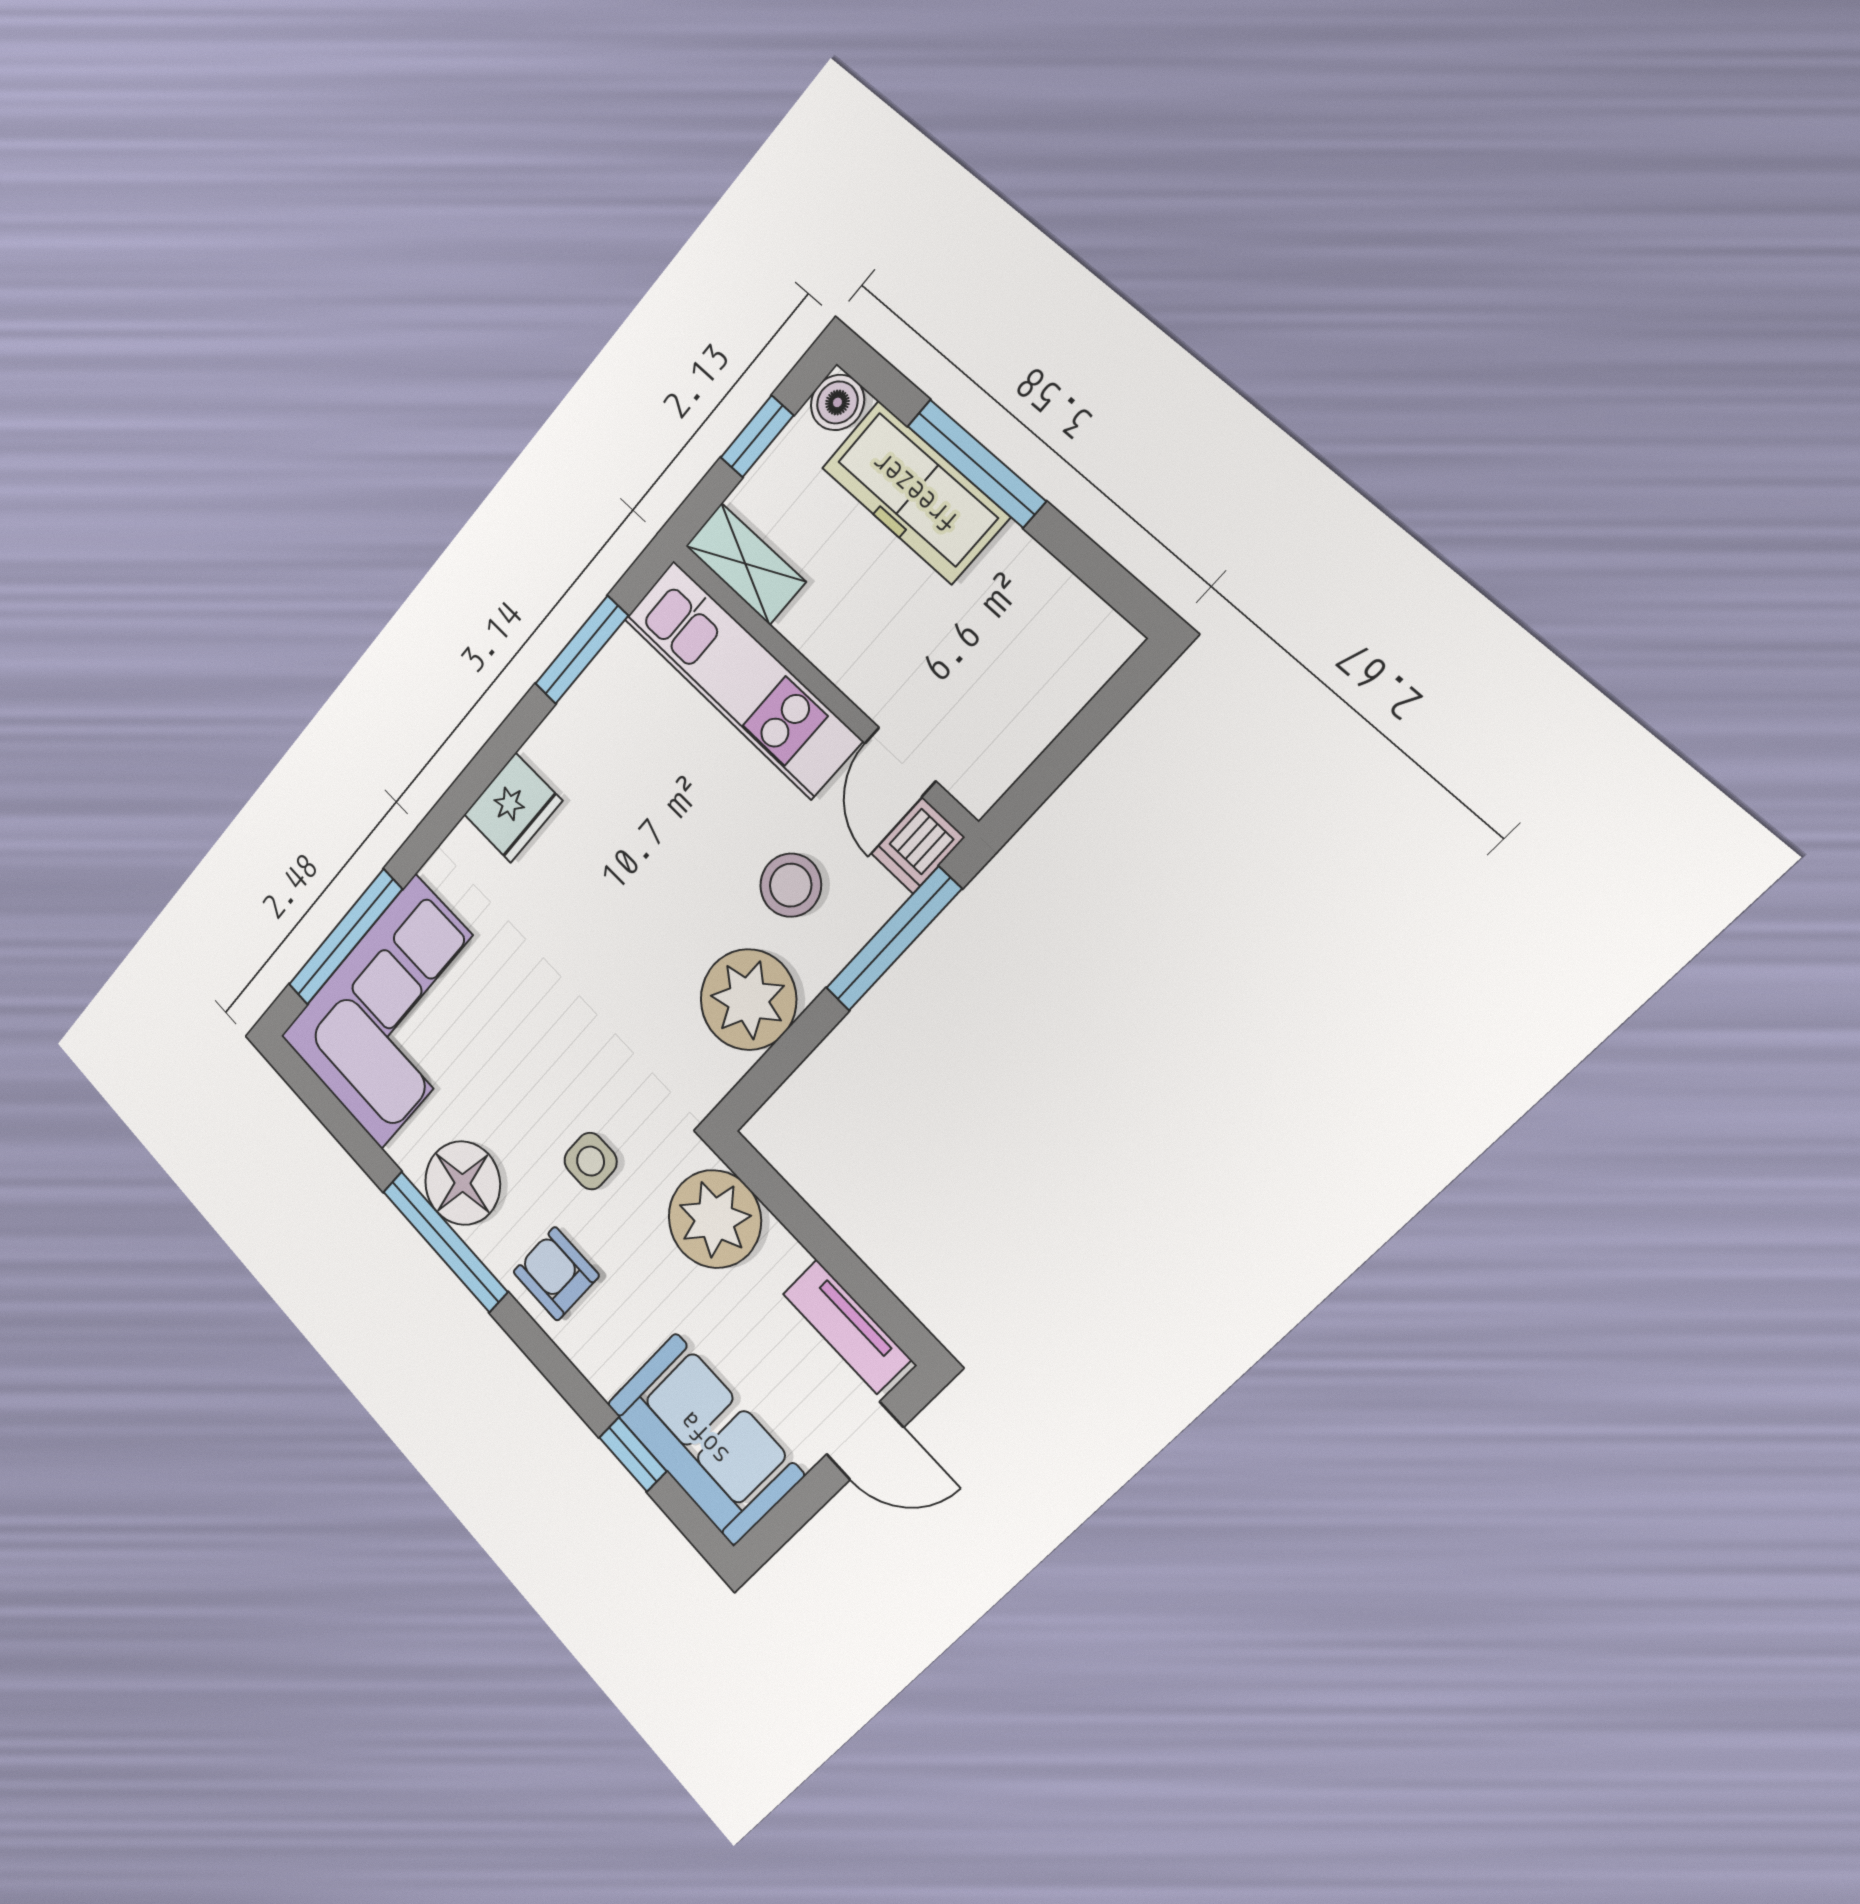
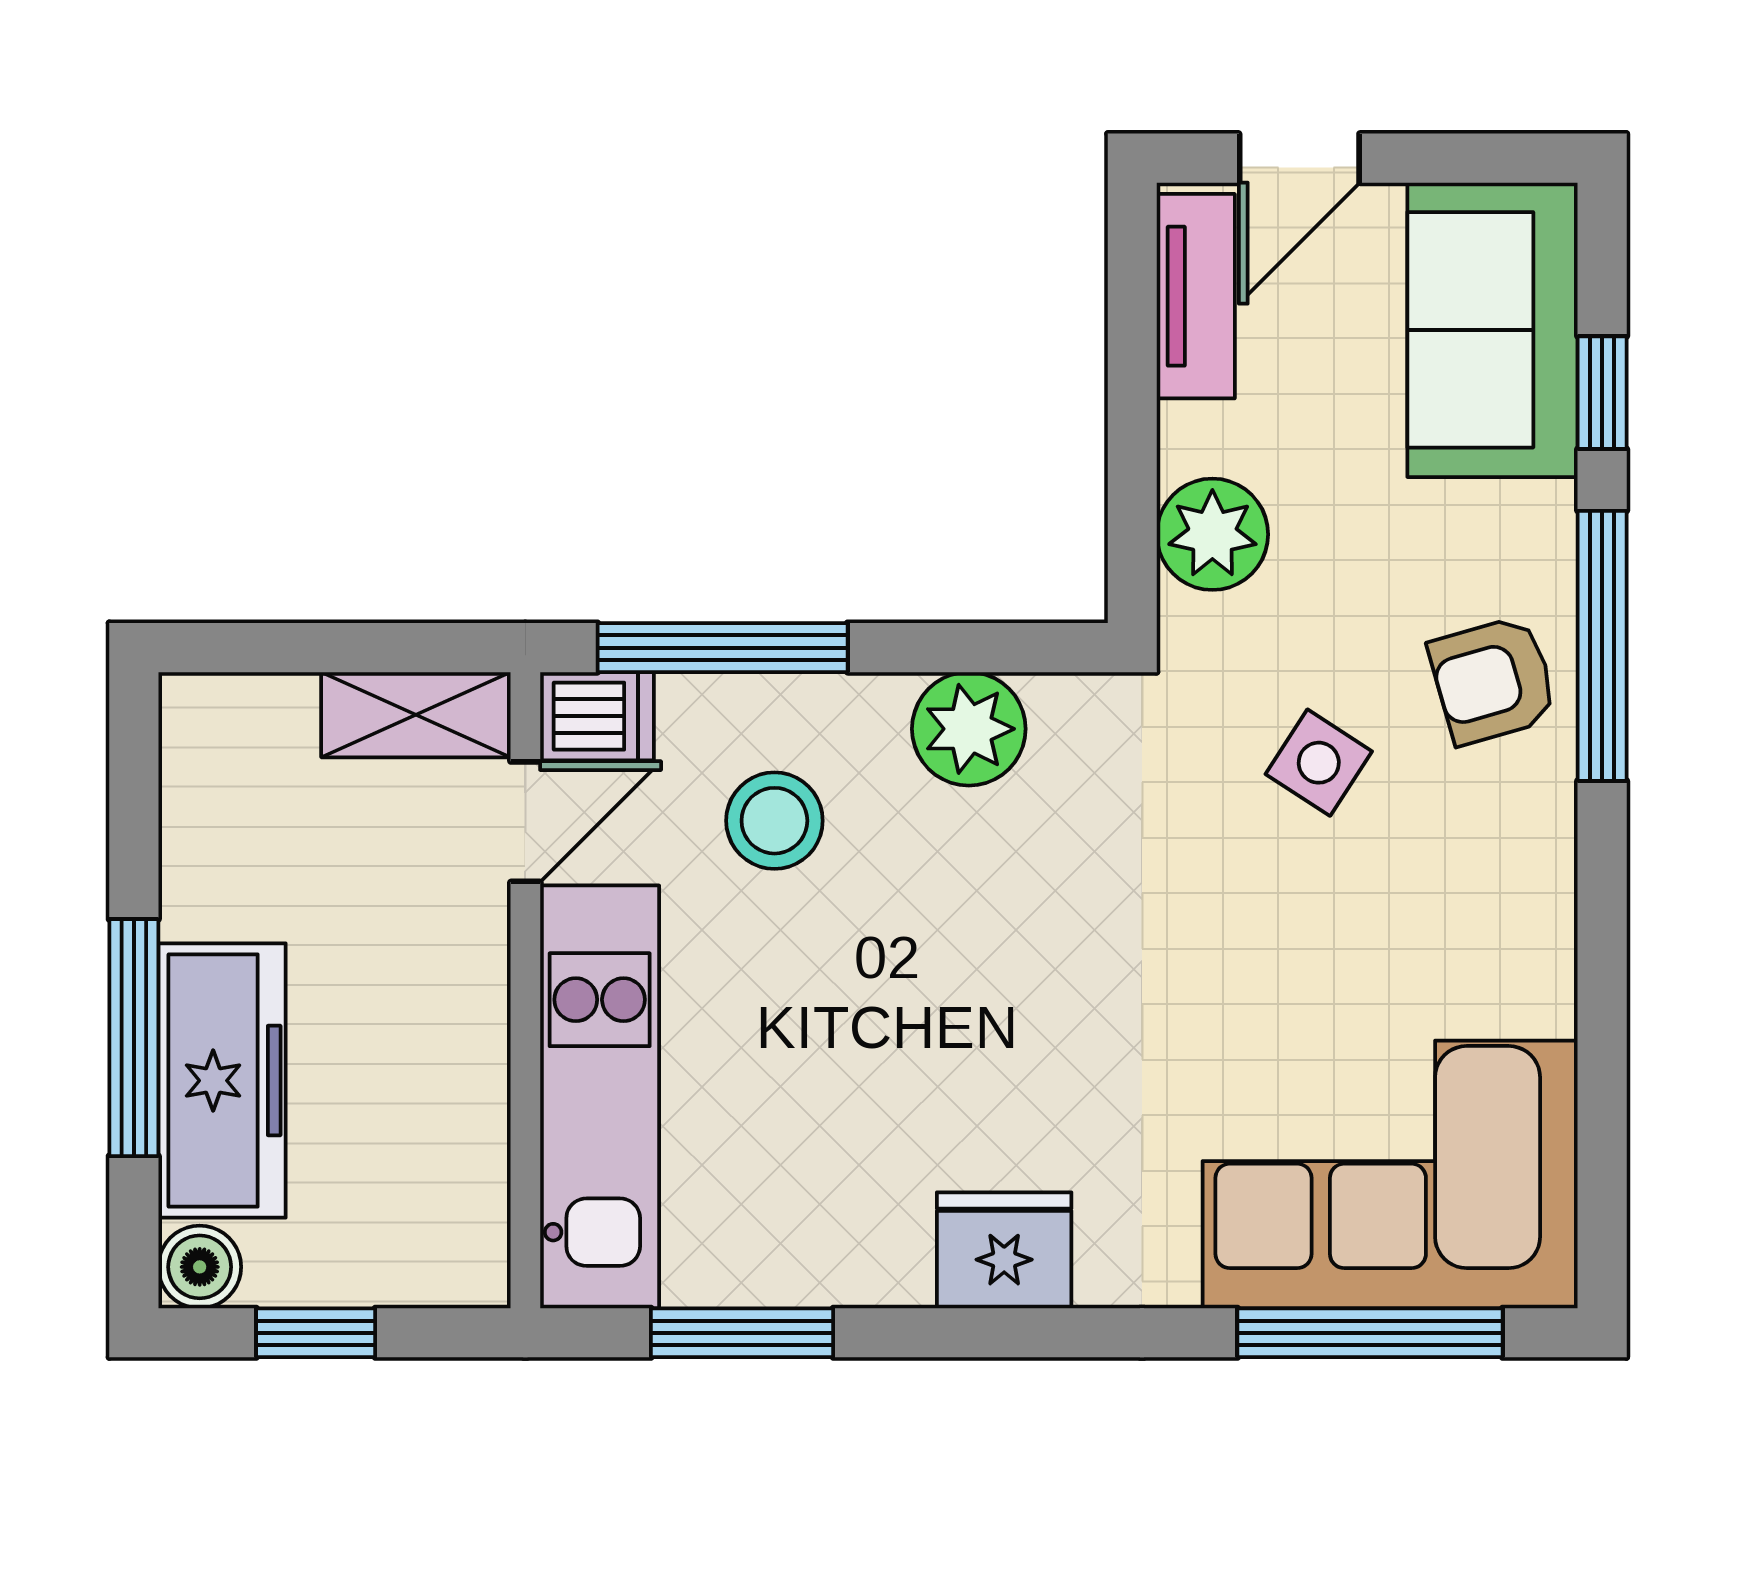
shelving: (745, 564) -> (416, 715), moved, turned 90
plant: (748, 1000) -> (969, 729), width x0.73, depth x0.73
side table: (591, 1161) -> (1319, 763), turned 33
floor lamp: (463, 1183) -> (1509, 897), removed
plant: (715, 1219) -> (1212, 534), width x0.73, depth x0.73
window: (445, 1241) -> (1602, 646), moved
armchair: (556, 1274) -> (1493, 680), turned 74
door: (865, 1441) -> (1299, 158), swing flipped

